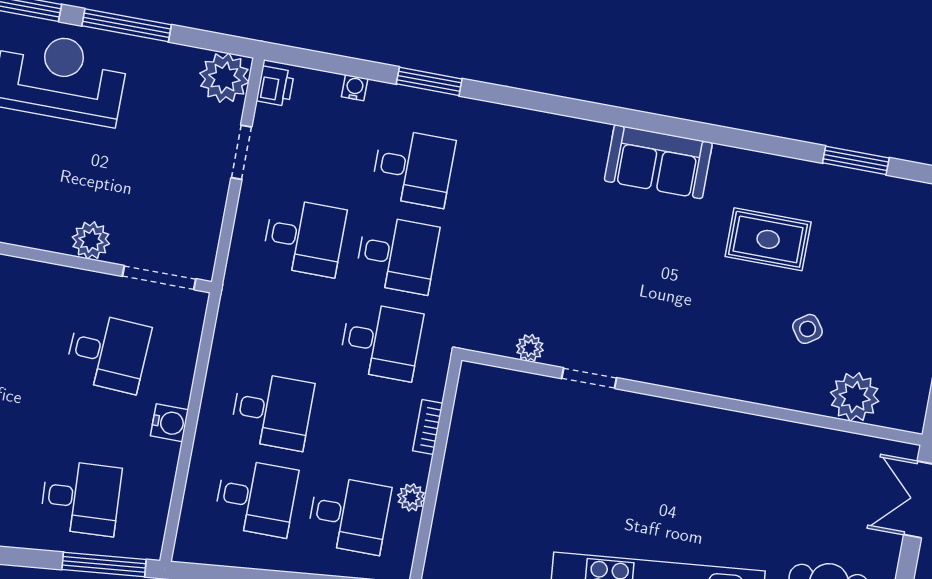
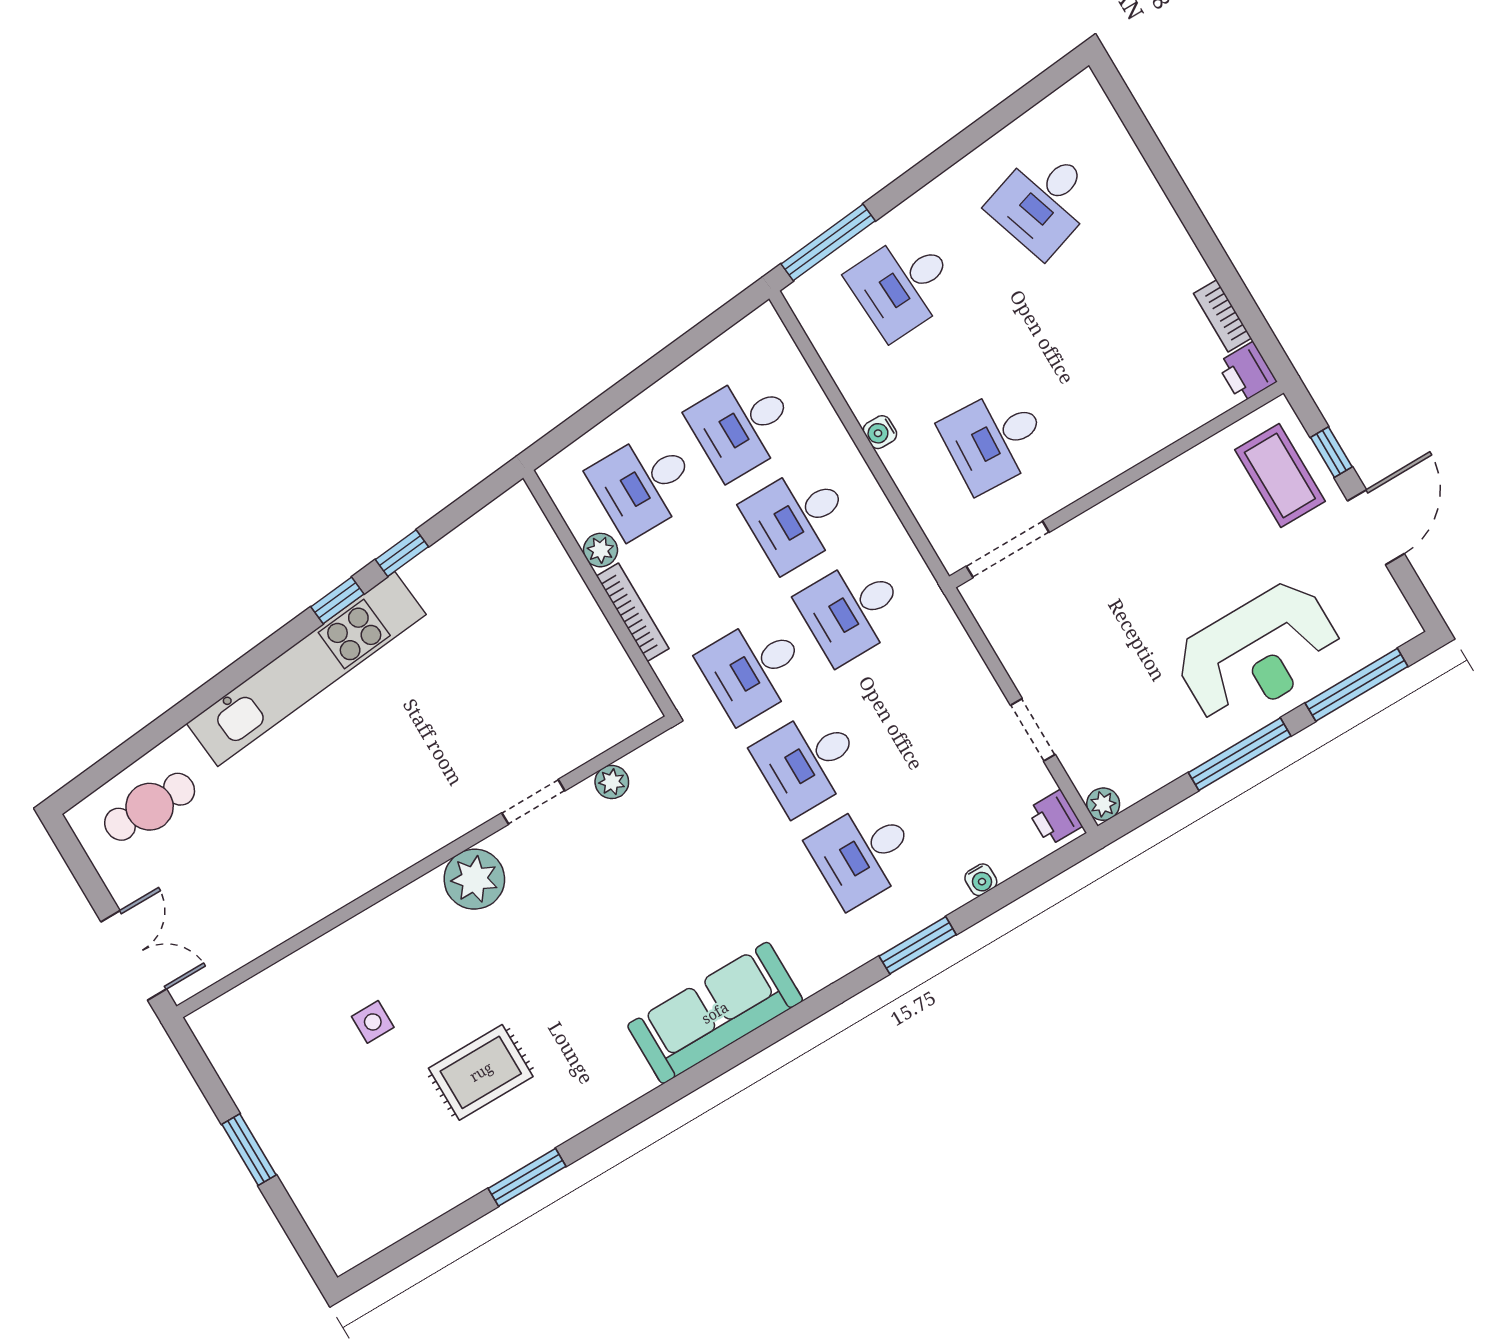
plant: (224, 78) -> (1103, 804), width x0.53, depth x0.53
window: (856, 160) -> (527, 1177), moved
sofa: (658, 162) -> (715, 1013), moved, width x1.36
desk: (304, 237) -> (852, 610), moved
plant: (91, 240) -> (1100, 529), removed
side table: (807, 329) -> (373, 1022), turned 35
plant: (855, 397) -> (474, 879), moved
water cooler: (169, 423) -> (880, 432), width x0.72, depth x0.72
bookcase: (428, 427) -> (633, 612), width x1.56

